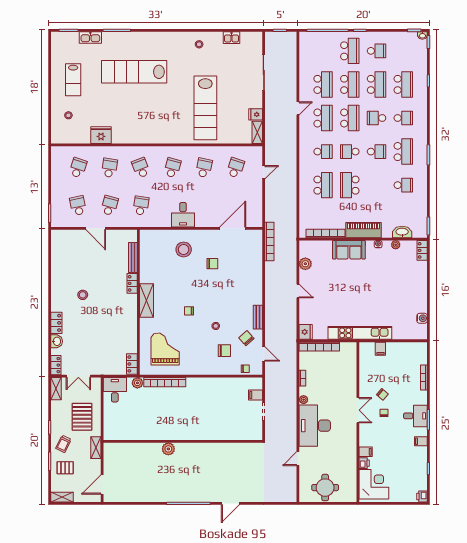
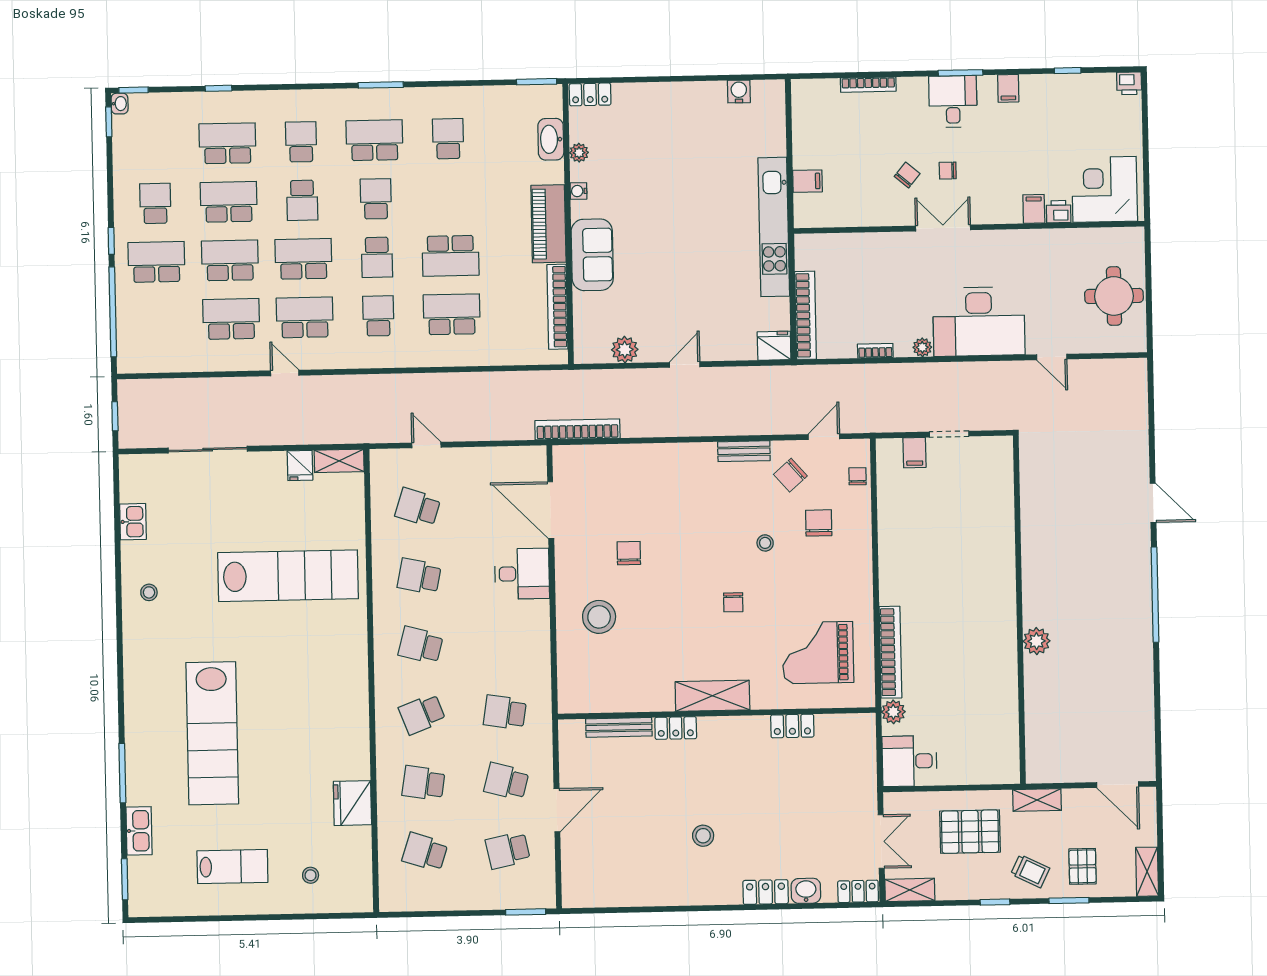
desk: (183, 215) -> (522, 574), moved
locker: (132, 364) -> (792, 726), moved

